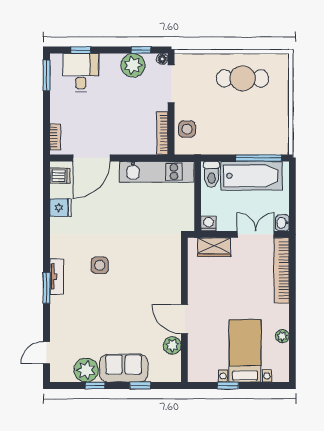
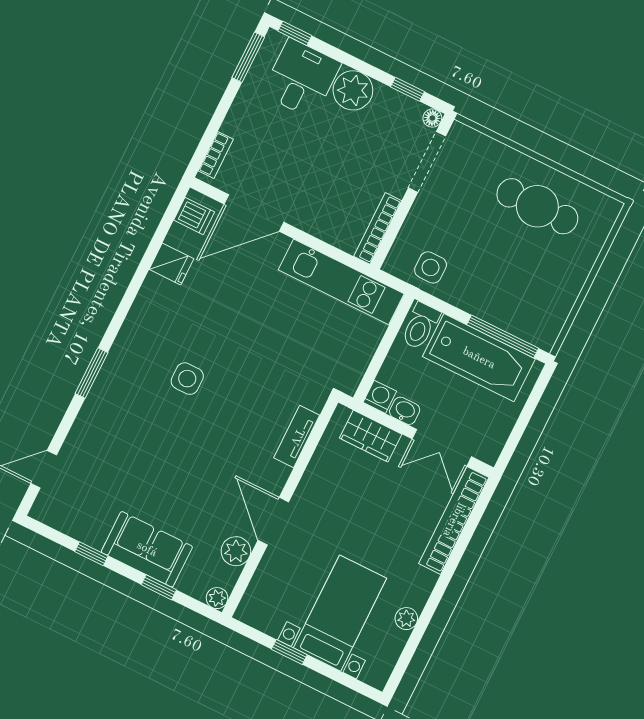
window: (81, 50) -> (295, 33), moved
plant: (133, 65) -> (353, 90), moved
side table: (187, 129) -> (431, 267), moved
washbasin: (282, 223) -> (405, 411), moved, turned 90
double door: (256, 234) -> (442, 448), swing flipped
tv unit: (57, 277) -> (297, 437), moved, turned 180
plant: (86, 370) -> (217, 598), moved, width x0.53, depth x0.53

